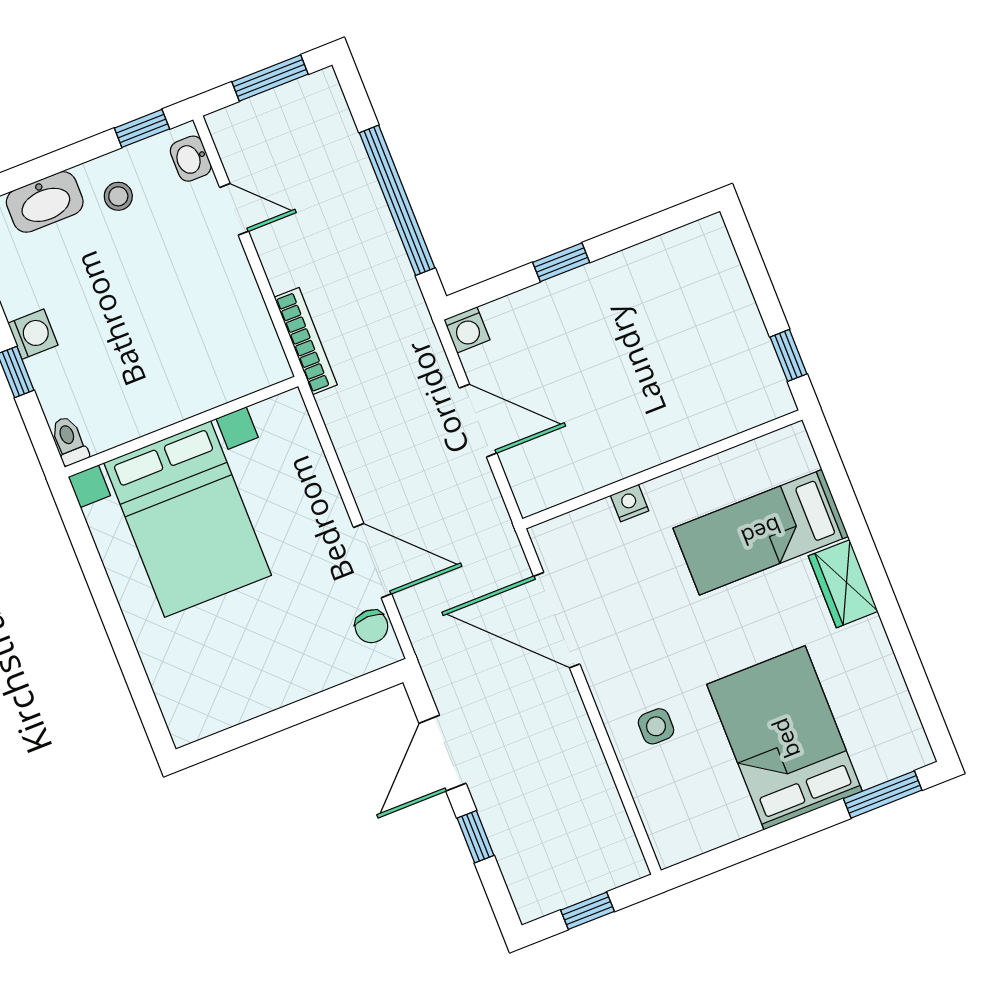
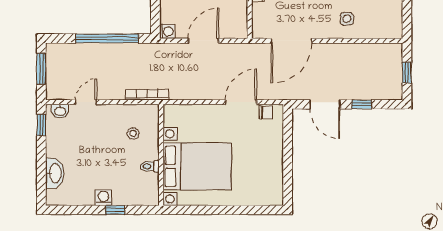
stool: (118, 196) -> (133, 133), moved
toilet: (69, 441) -> (150, 166), moved

